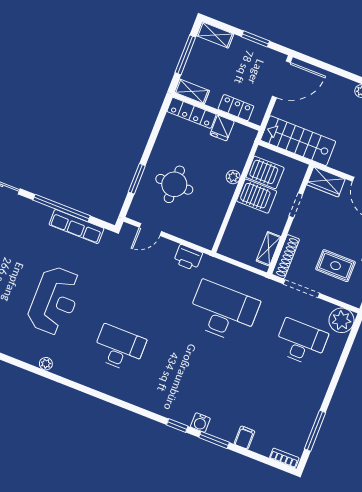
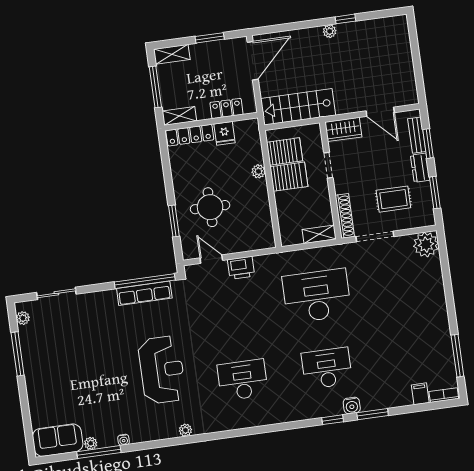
window: (62, 208) -> (145, 281), moved
door: (150, 229) -> (211, 259), swing flipped
shelving: (269, 249) -> (319, 234), moved, turned 90
printer: (188, 258) -> (241, 268), moved
desk: (301, 342) -> (327, 368), moved
filing cabinet: (244, 438) -> (420, 394), moved

